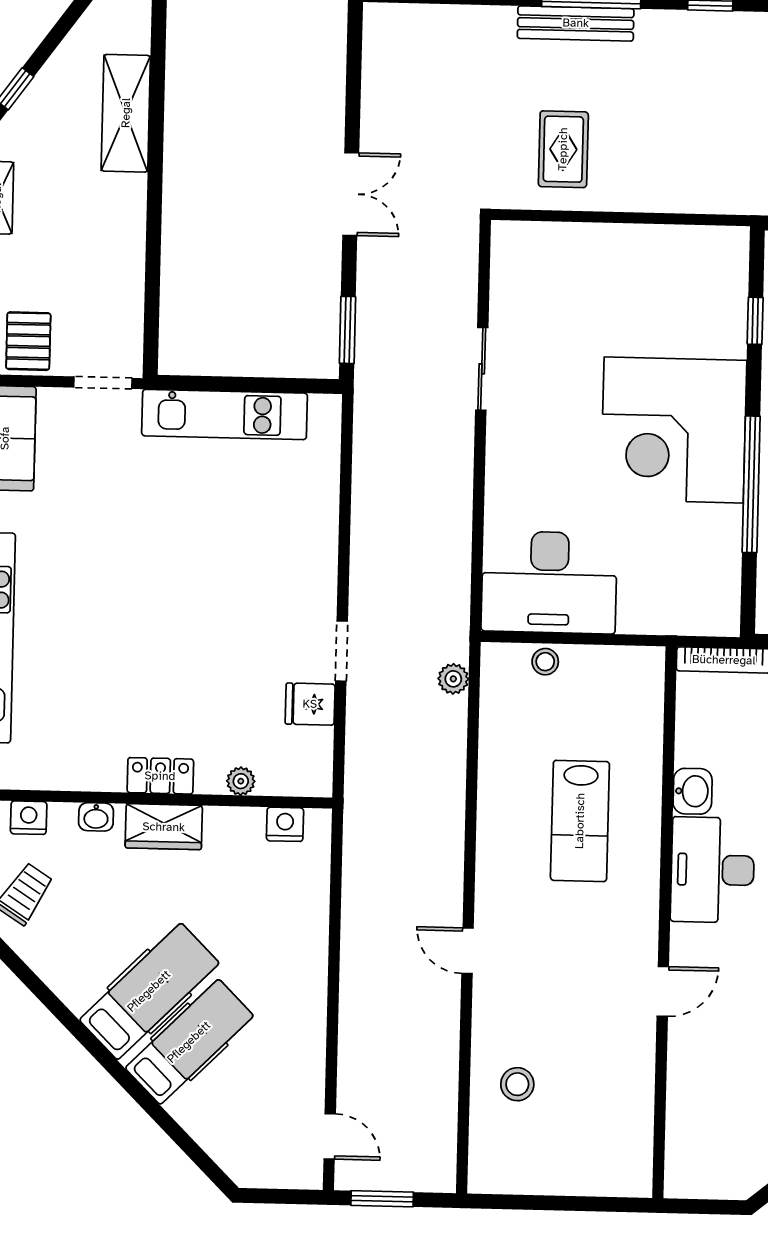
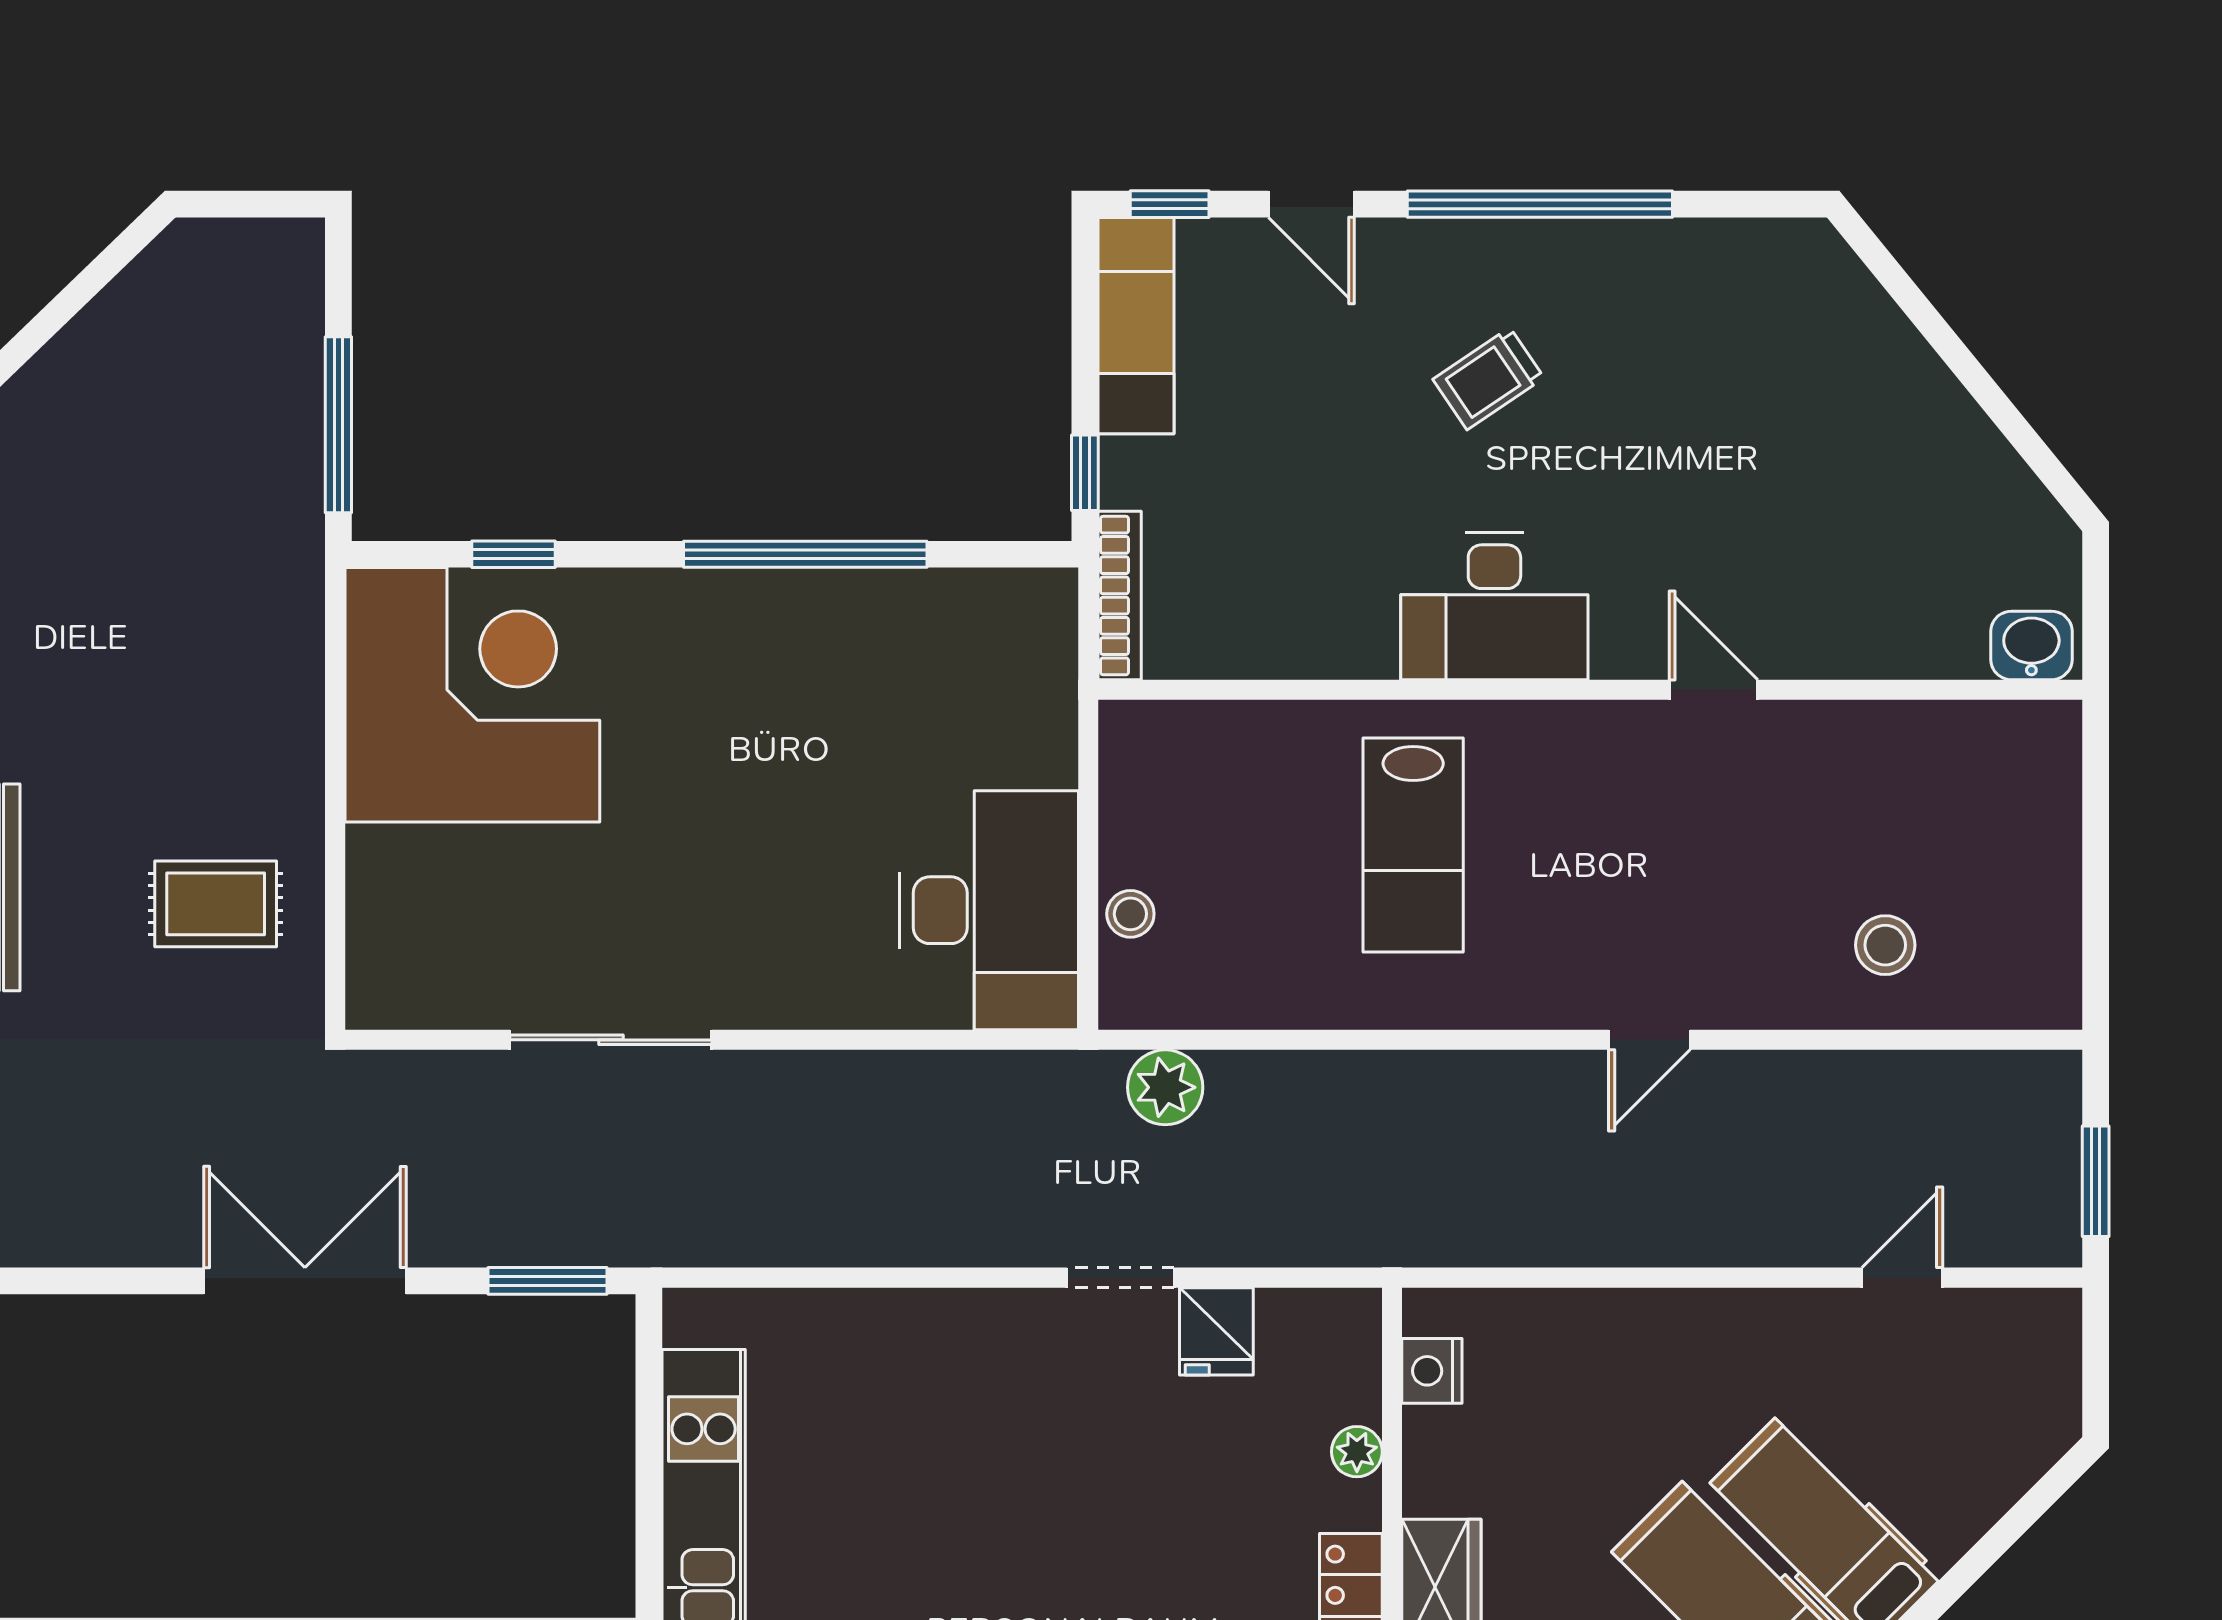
double door: (351, 194) -> (305, 1281), width x1.37
sliding door: (482, 369) -> (611, 1040), width x1.37
corner desk: (674, 430) -> (472, 695), moved, turned -90
plant: (453, 679) -> (1165, 1087), width x1.38, depth x1.38
washbasin: (693, 791) -> (2031, 645), moved
lab bench: (580, 821) -> (1413, 845), turned 90
door: (330, 1136) -> (1902, 1278), moved

